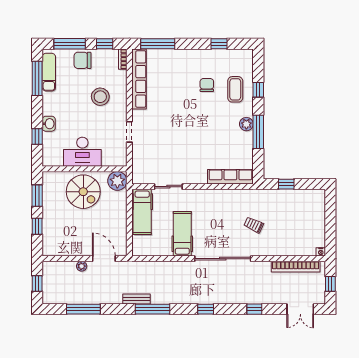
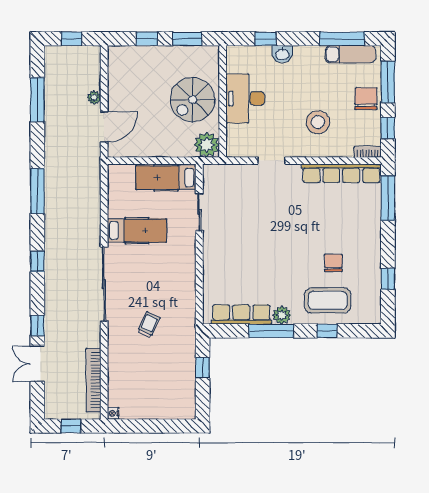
chair: (207, 85) -> (333, 263), turned -90
coffee table: (235, 89) -> (328, 300), width x1.36, depth x1.32
row of seats: (230, 177) -> (241, 314), moved, turned -90
bench: (137, 299) -> (51, 170), removed
double door: (300, 309) -> (37, 364), moved

